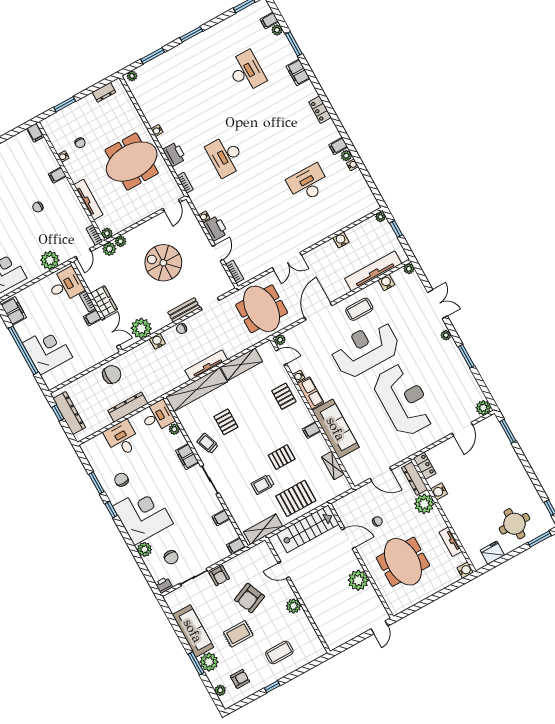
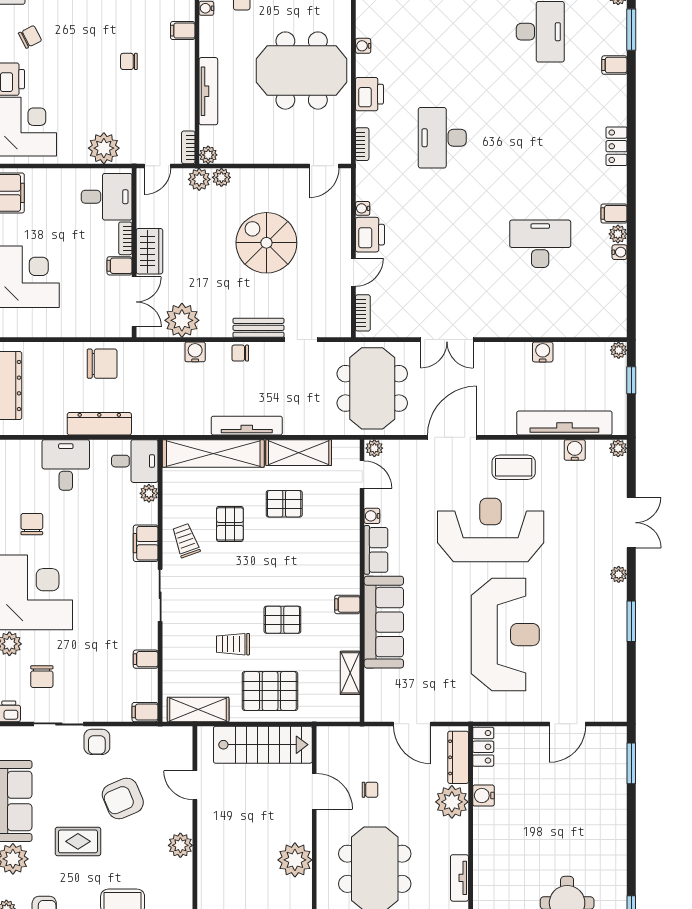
filing cabinet: (298, 72) -> (614, 65), width x0.50
pallet: (284, 396) -> (284, 504), moved, turned 90
plant: (483, 408) -> (615, 710), removed

